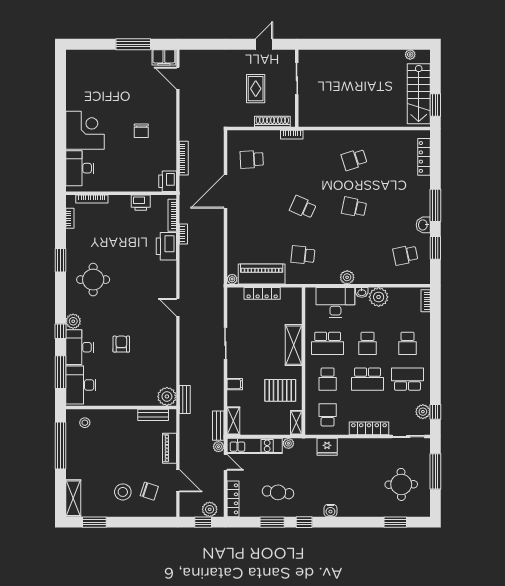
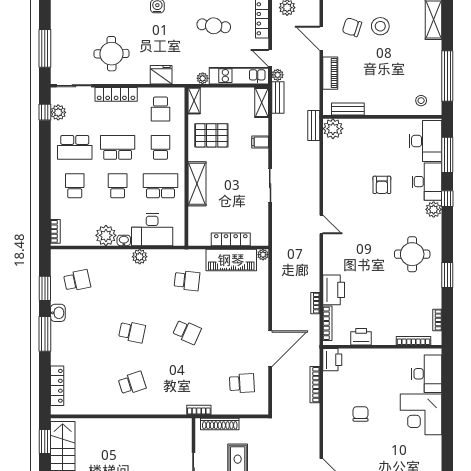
round table: (401, 484) -> (112, 54), moved

